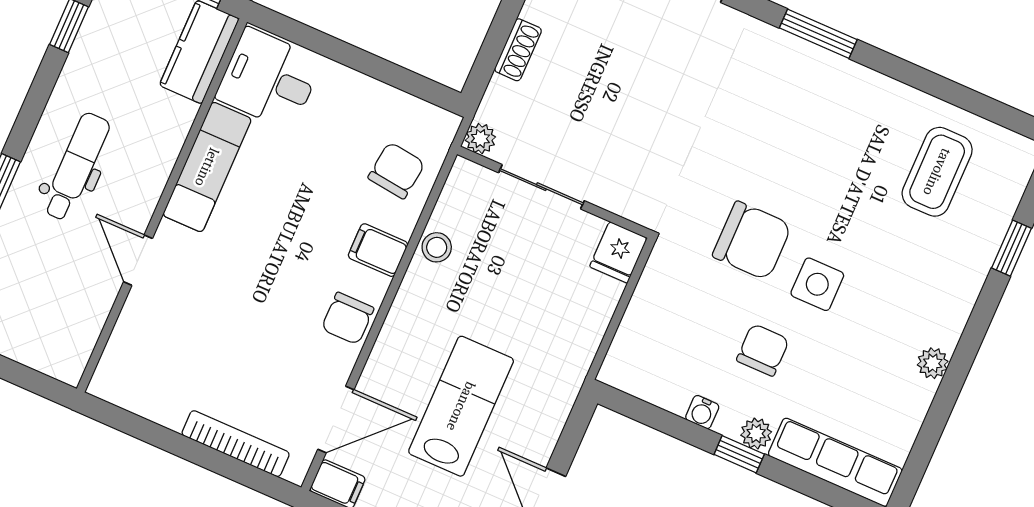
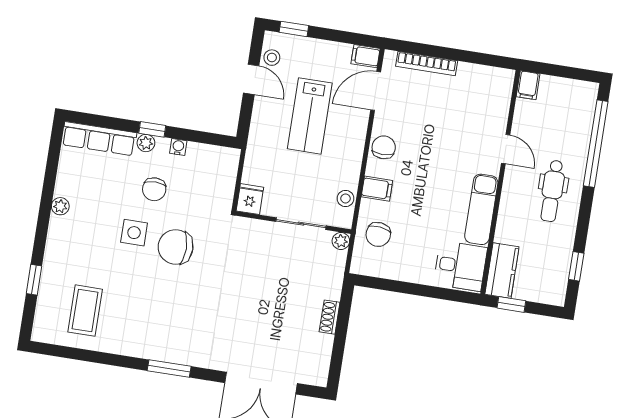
plant: (480, 139) -> (341, 241), moved
sliding door: (541, 187) -> (301, 224), moved
wall: (554, 192) -> (293, 222), moved
fridge: (618, 252) -> (250, 199), moved
filing cabinet: (70, 360) -> (528, 85), added

